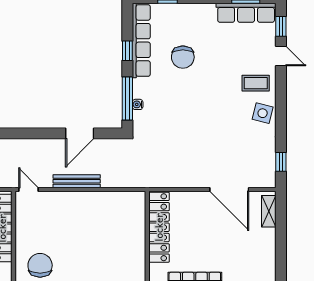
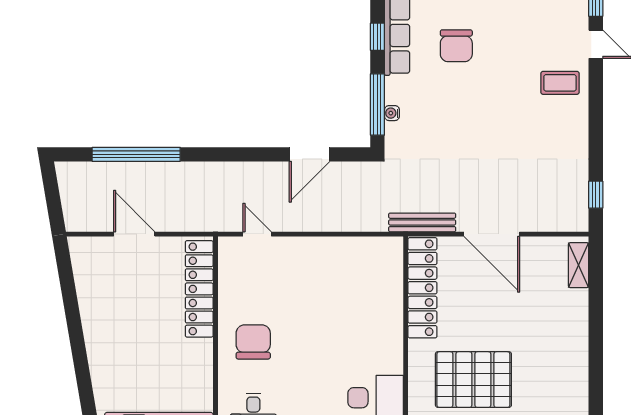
side table: (263, 113) -> (570, 125), removed
bench: (77, 181) -> (422, 222), moved
door: (28, 190) -> (257, 234), moved
door: (229, 190) -> (492, 234), moved

